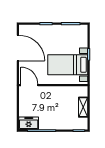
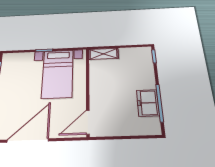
shelving: (83, 107) -> (103, 54), moved
freezer: (29, 123) -> (148, 103), moved

